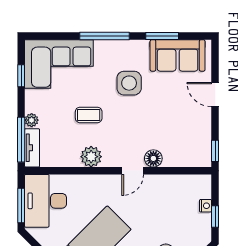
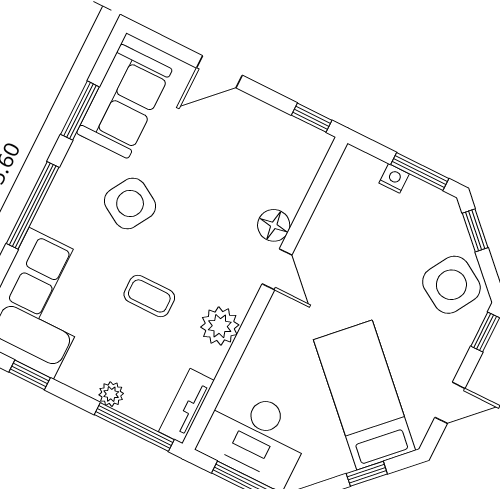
side table: (129, 83) -> (130, 203), turned 31
coffee table: (89, 115) -> (149, 296), turned 90
tv unit: (32, 148) -> (186, 406), moved, turned -90
window: (215, 217) -> (420, 172), width x1.50

